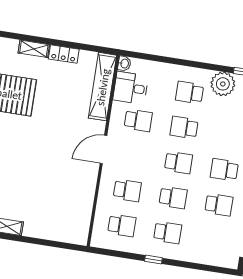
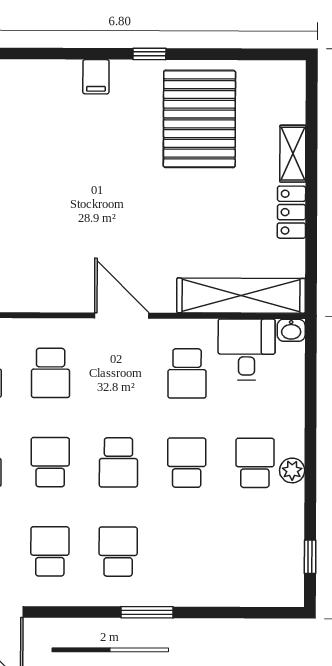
plant: (223, 84) -> (292, 470), moved, width x0.53, depth x0.53
school desk: (173, 198) -> (50, 462), turned 180
school desk: (219, 205) -> (50, 551), turned 180

